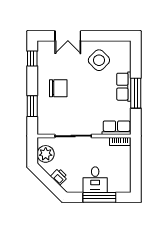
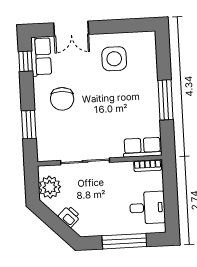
side table: (99, 60) -> (114, 59), turned 45
row of seats: (124, 87) -> (41, 56), moved, turned 180
chair: (58, 88) -> (62, 99), turned 92
desk: (95, 180) -> (147, 208), moved, turned -90

